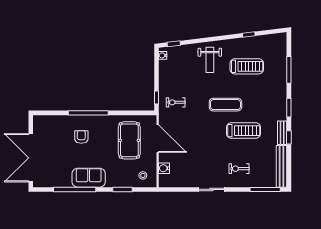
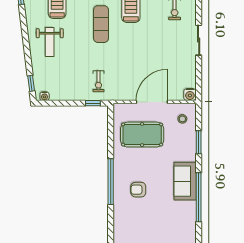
weight bench: (210, 60) -> (50, 42), turned 90
door: (158, 139) -> (152, 102), moved
water cooler: (164, 168) -> (190, 95), moved

